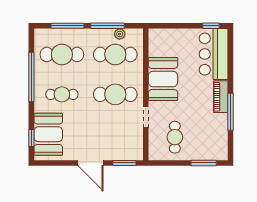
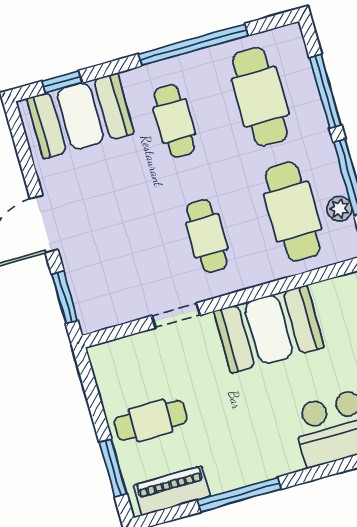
cafe table: (115, 94) -> (207, 236), width x0.73, depth x0.74
piano: (221, 97) -> (172, 491), moved
cafe table: (175, 137) -> (151, 420), moved

